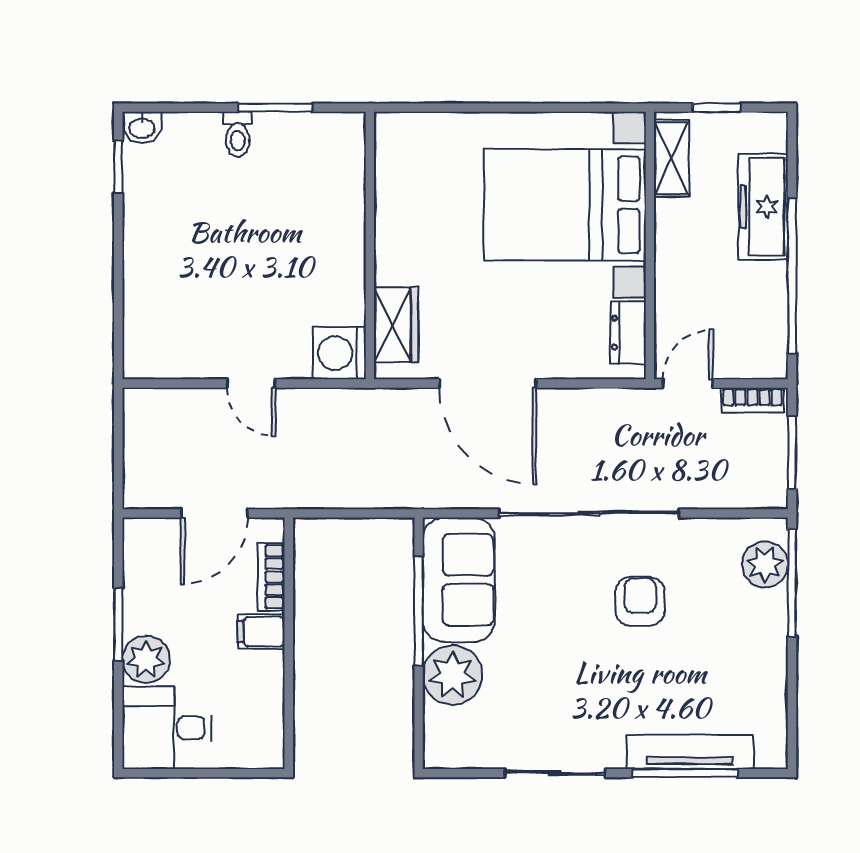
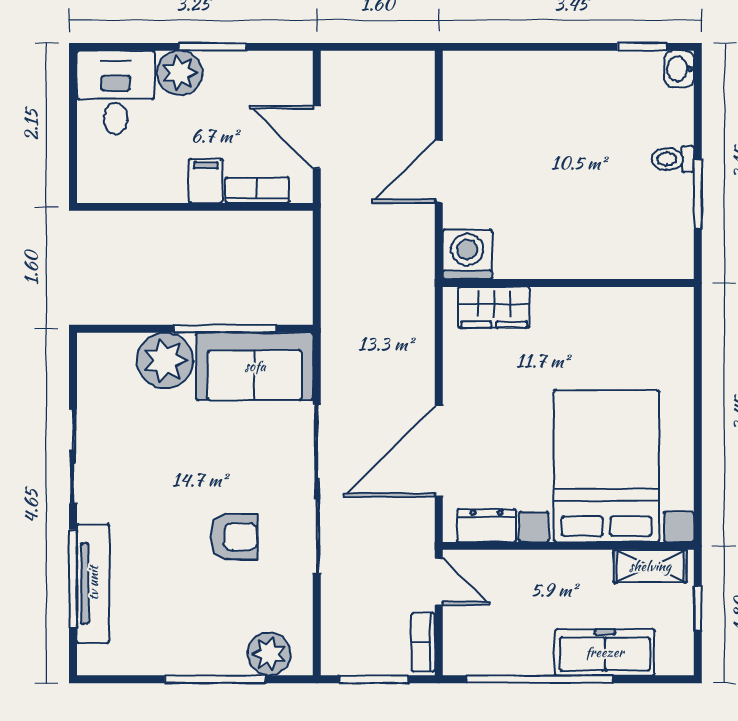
door: (251, 384) -> (439, 171), width x1.38
door: (488, 384) -> (439, 451), moved
window: (792, 582) -> (215, 679), moved

